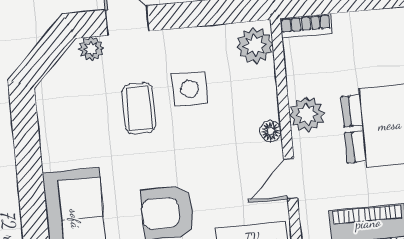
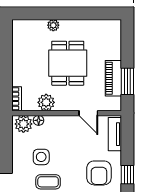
plant: (307, 114) -> (46, 102), moved
floor lamp: (271, 131) -> (39, 120), moved

